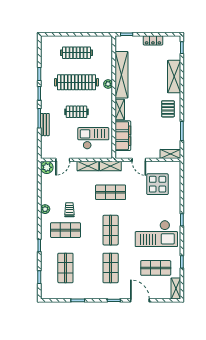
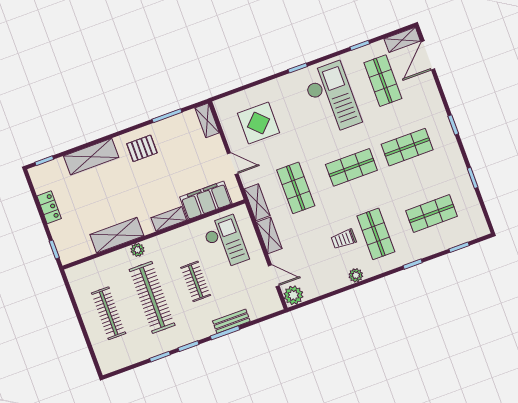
shelving: (121, 75) -> (117, 235), width x0.68
checkout: (93, 138) -> (225, 242), turned 180
door: (139, 160) -> (233, 164), hinge flipped
door: (140, 300) -> (428, 55), moved

